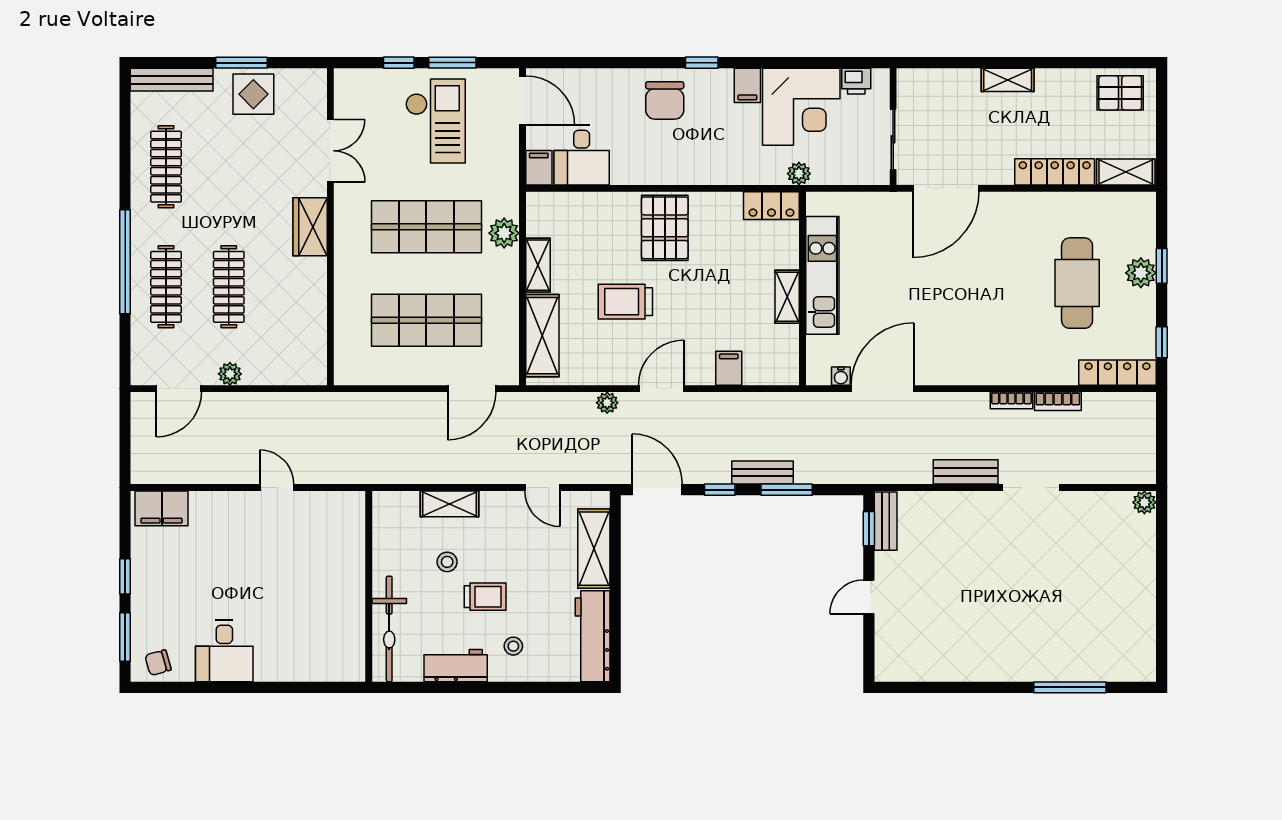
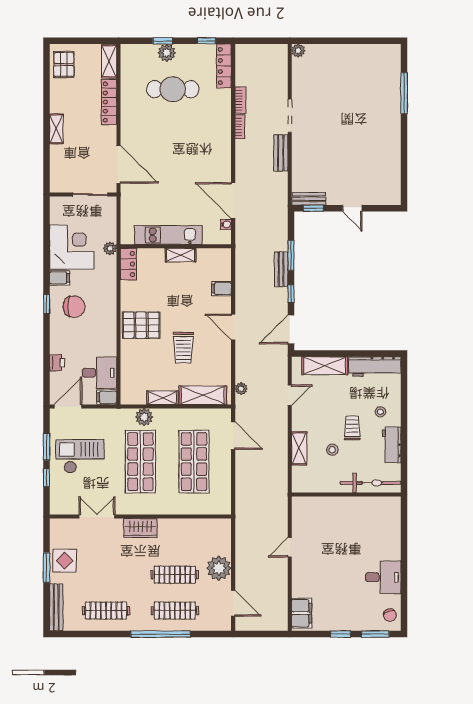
printer: (856, 81) -> (57, 363), moved
chair: (665, 100) -> (74, 307), moved
plant: (230, 374) -> (219, 568), width x1.87, depth x1.87
plant: (607, 403) -> (241, 389), moved

